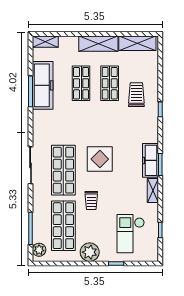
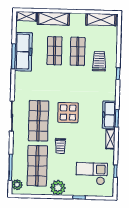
shelving: (98, 44) -> (53, 19), moved
checkout: (131, 234) -> (92, 174), turned 90

